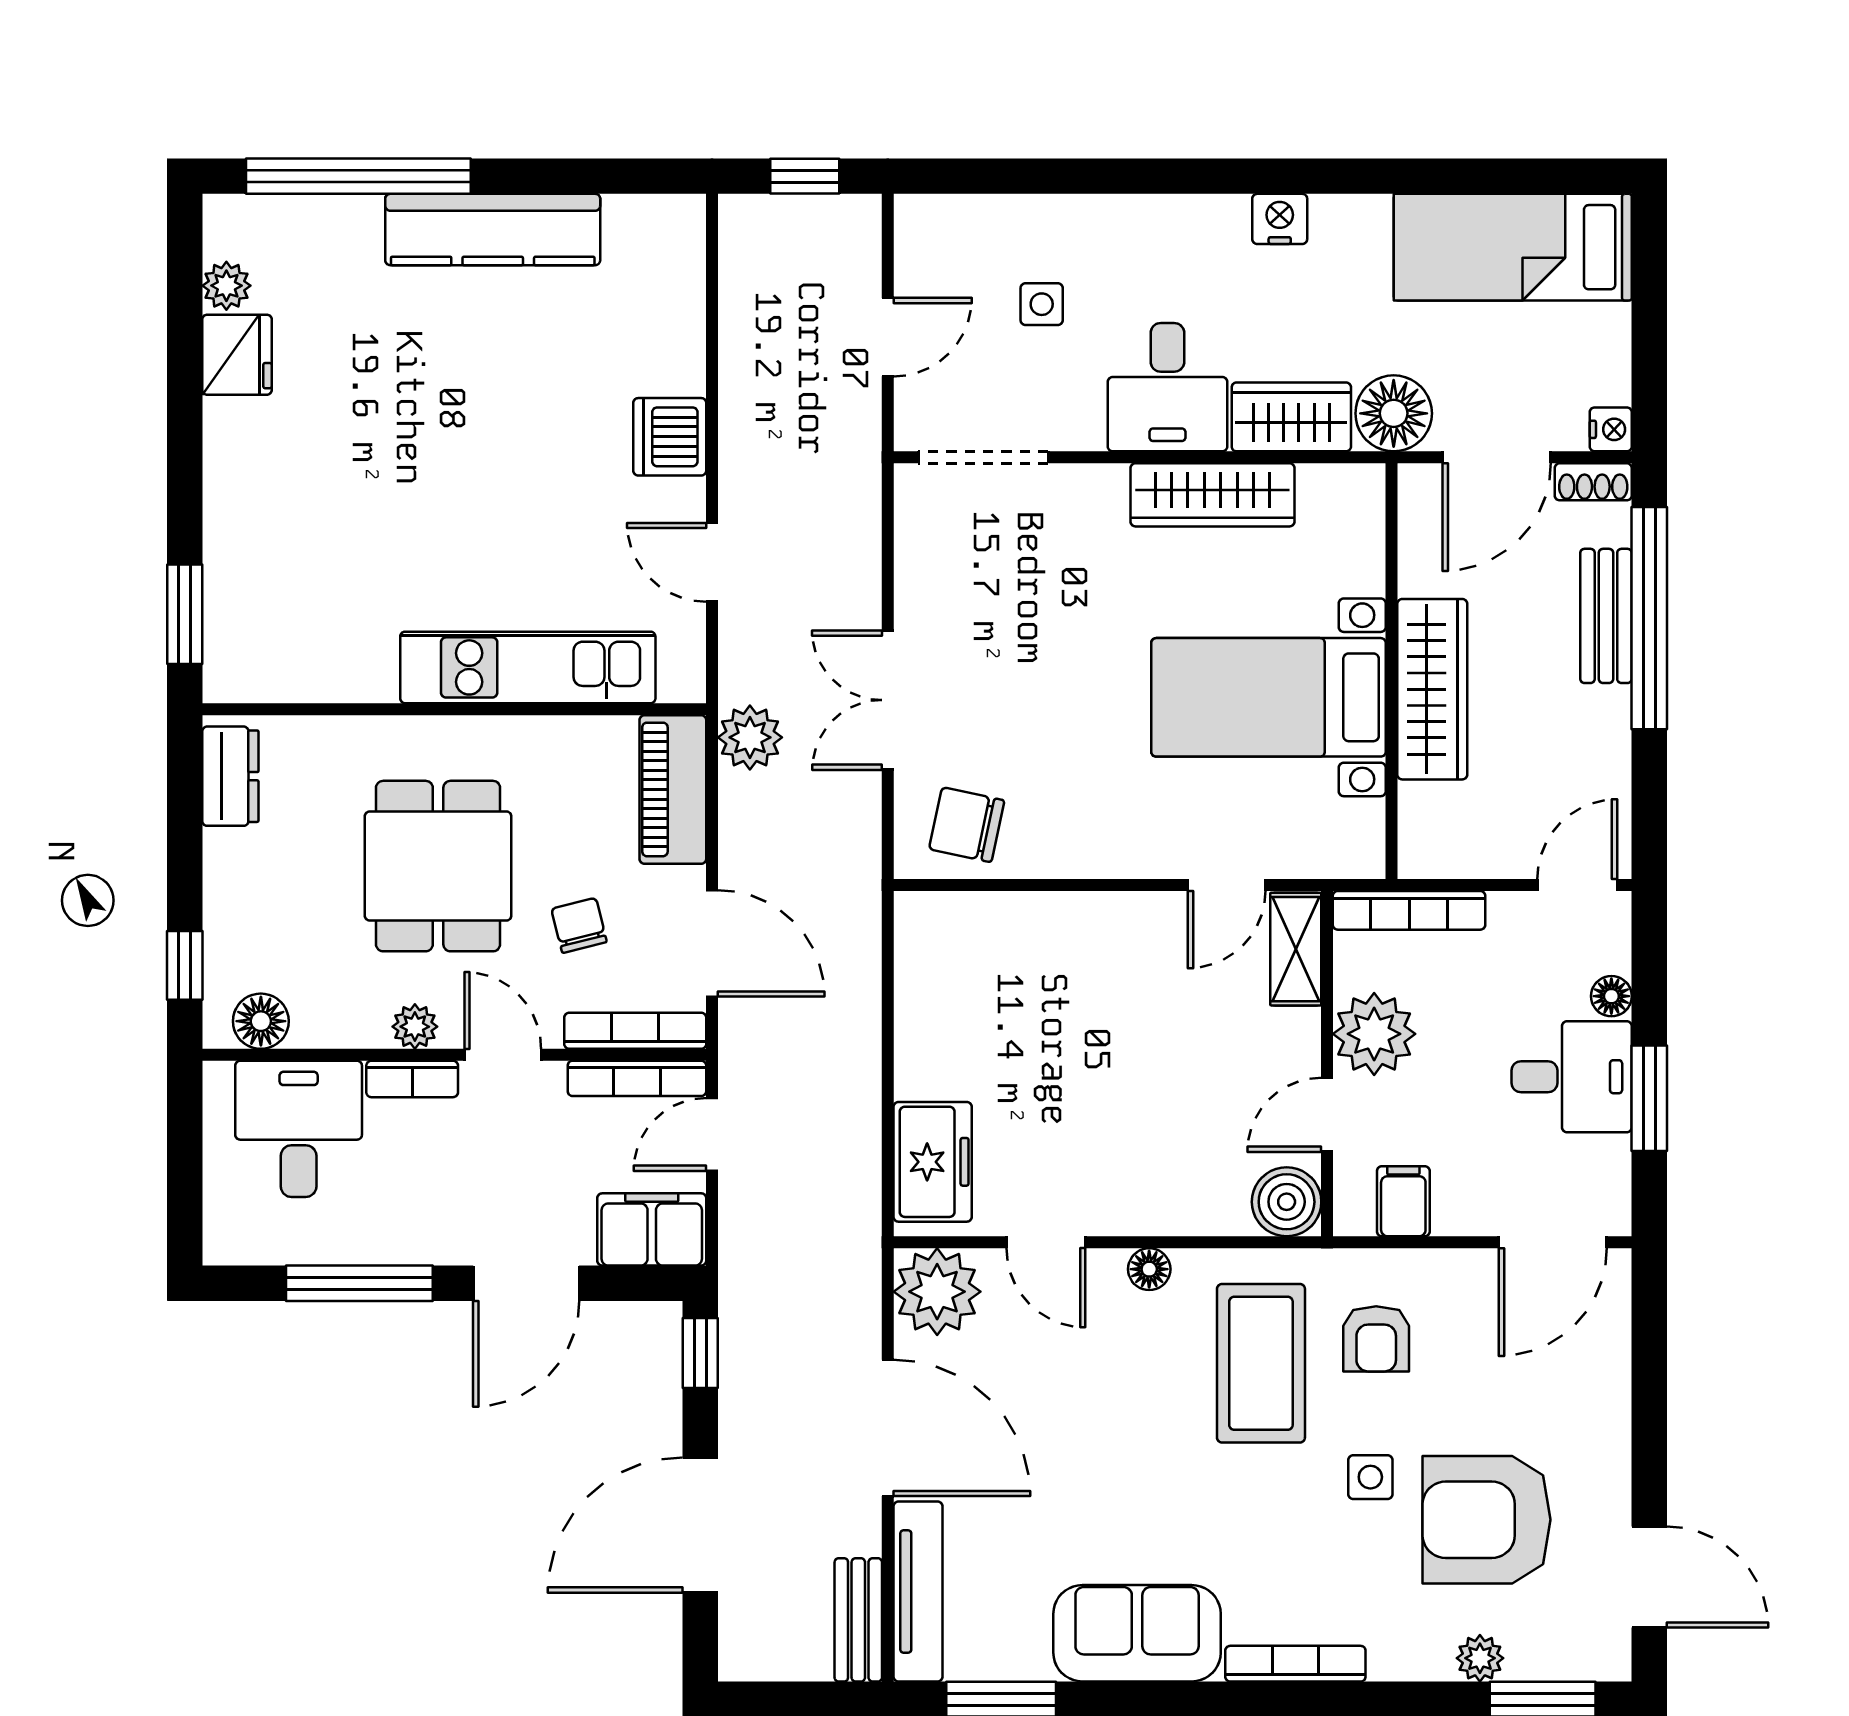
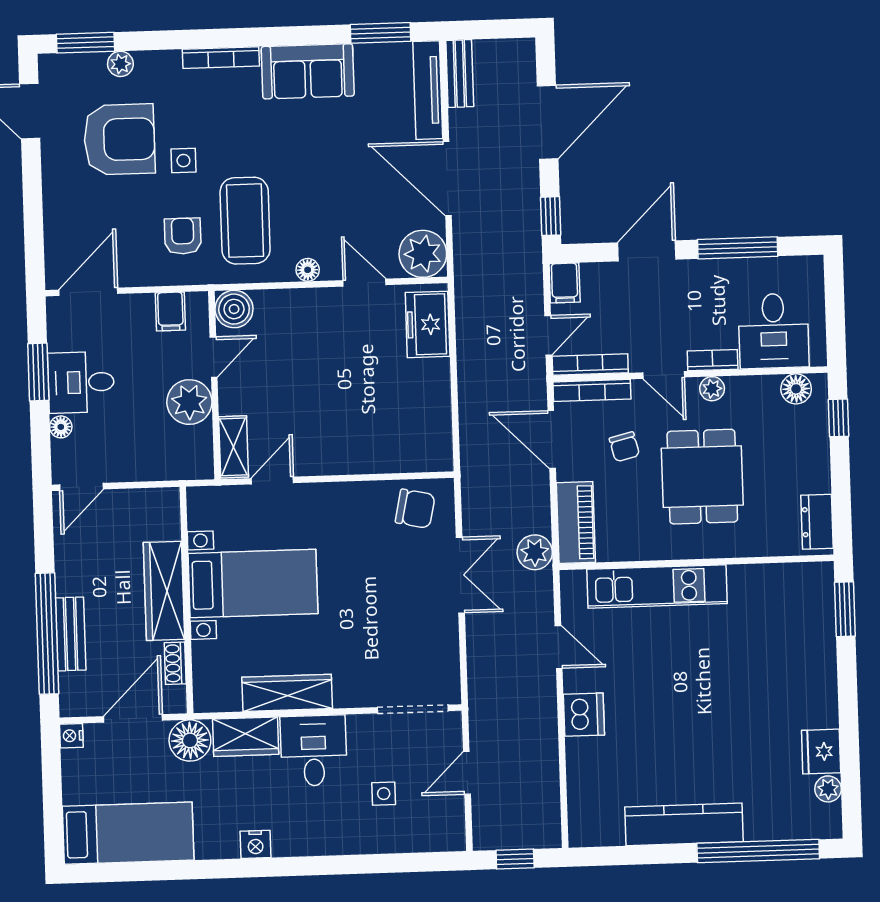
shoe rack: (1593, 482) -> (175, 663), moved, turned -90
bookcase: (1409, 910) -> (173, 470), removed
filing cabinet: (652, 1229) -> (565, 283), width x0.50

